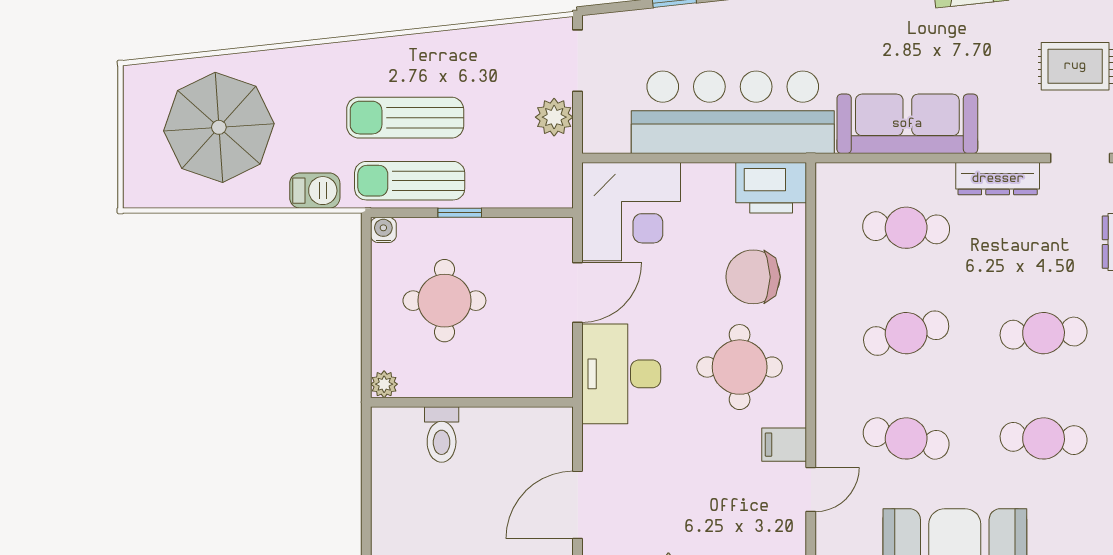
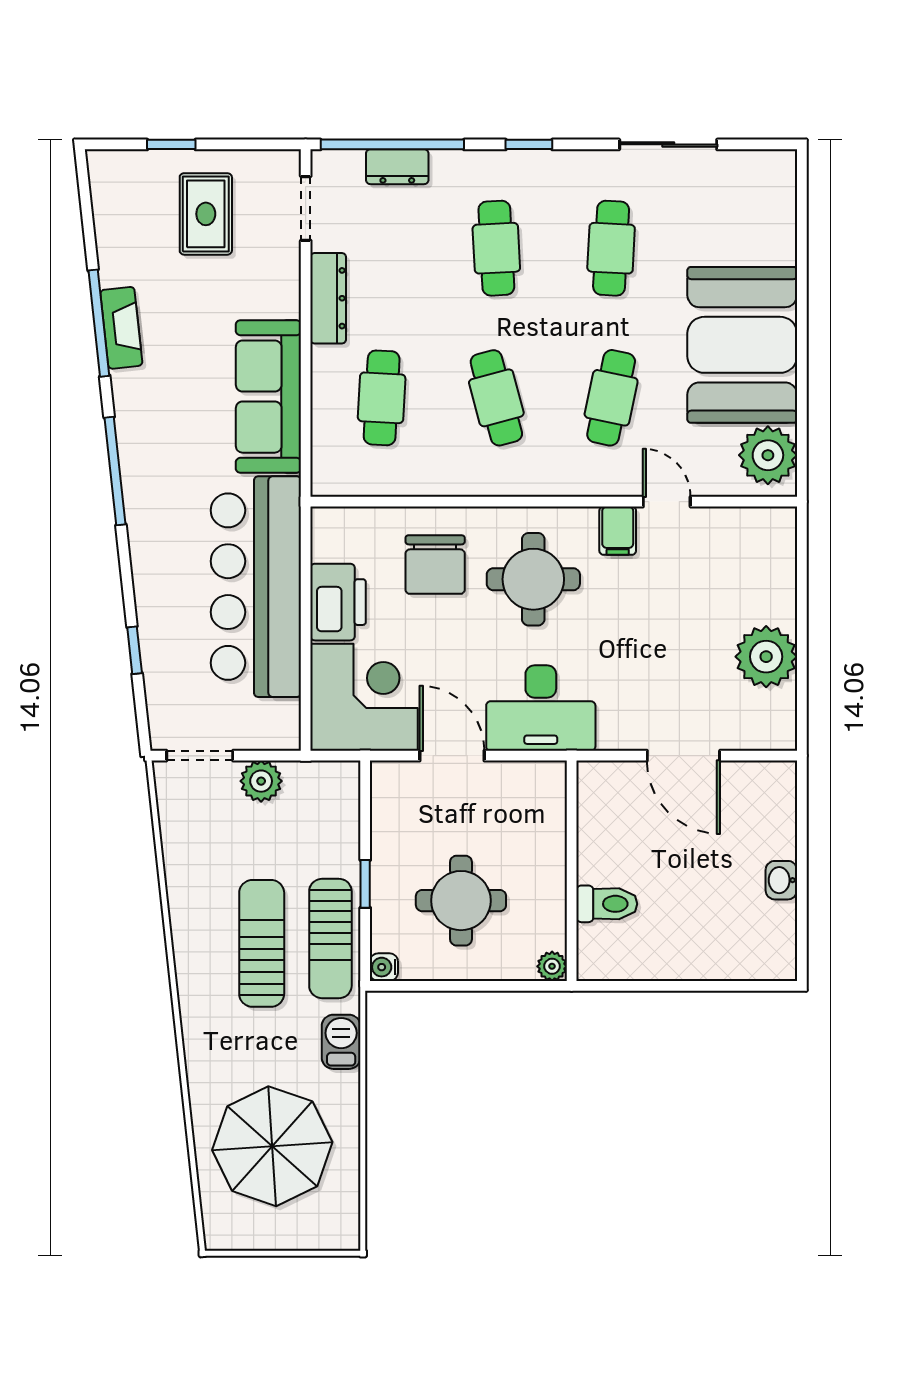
sun lounger: (405, 118) -> (262, 943), turned 180
printer: (771, 188) -> (338, 602), moved

